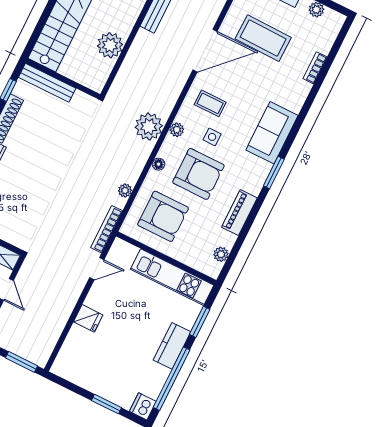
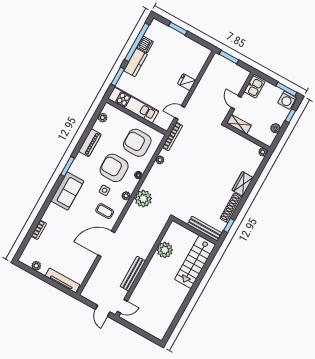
coffee table: (263, 38) -> (70, 250), removed
dishwasher: (143, 406) -> (145, 44), moved

